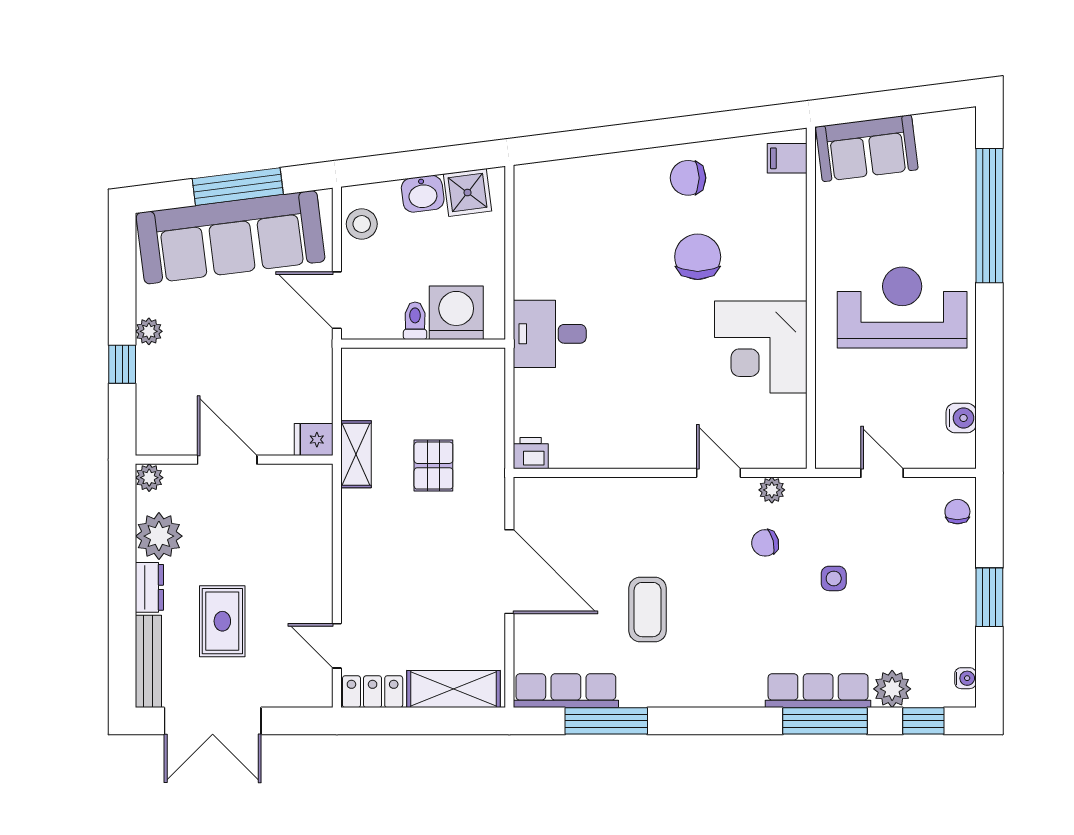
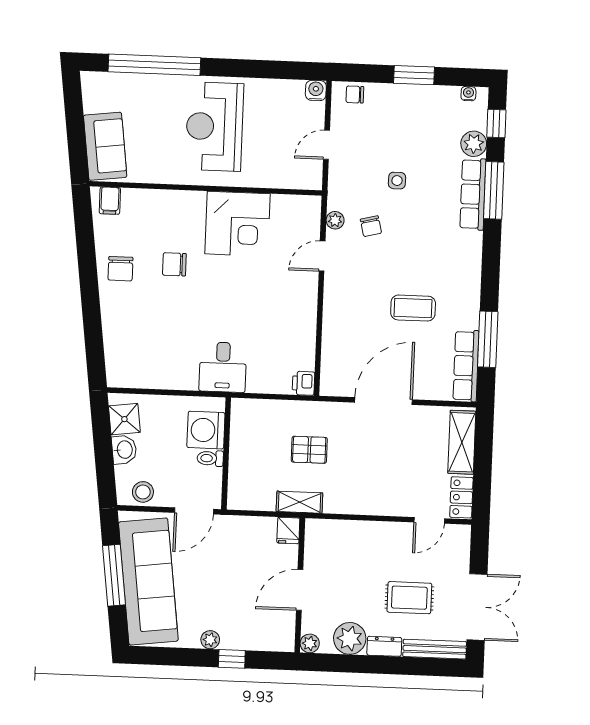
chair: (698, 257) -> (174, 264), width x0.73, depth x0.73
water cooler: (961, 418) -> (316, 90), moved

